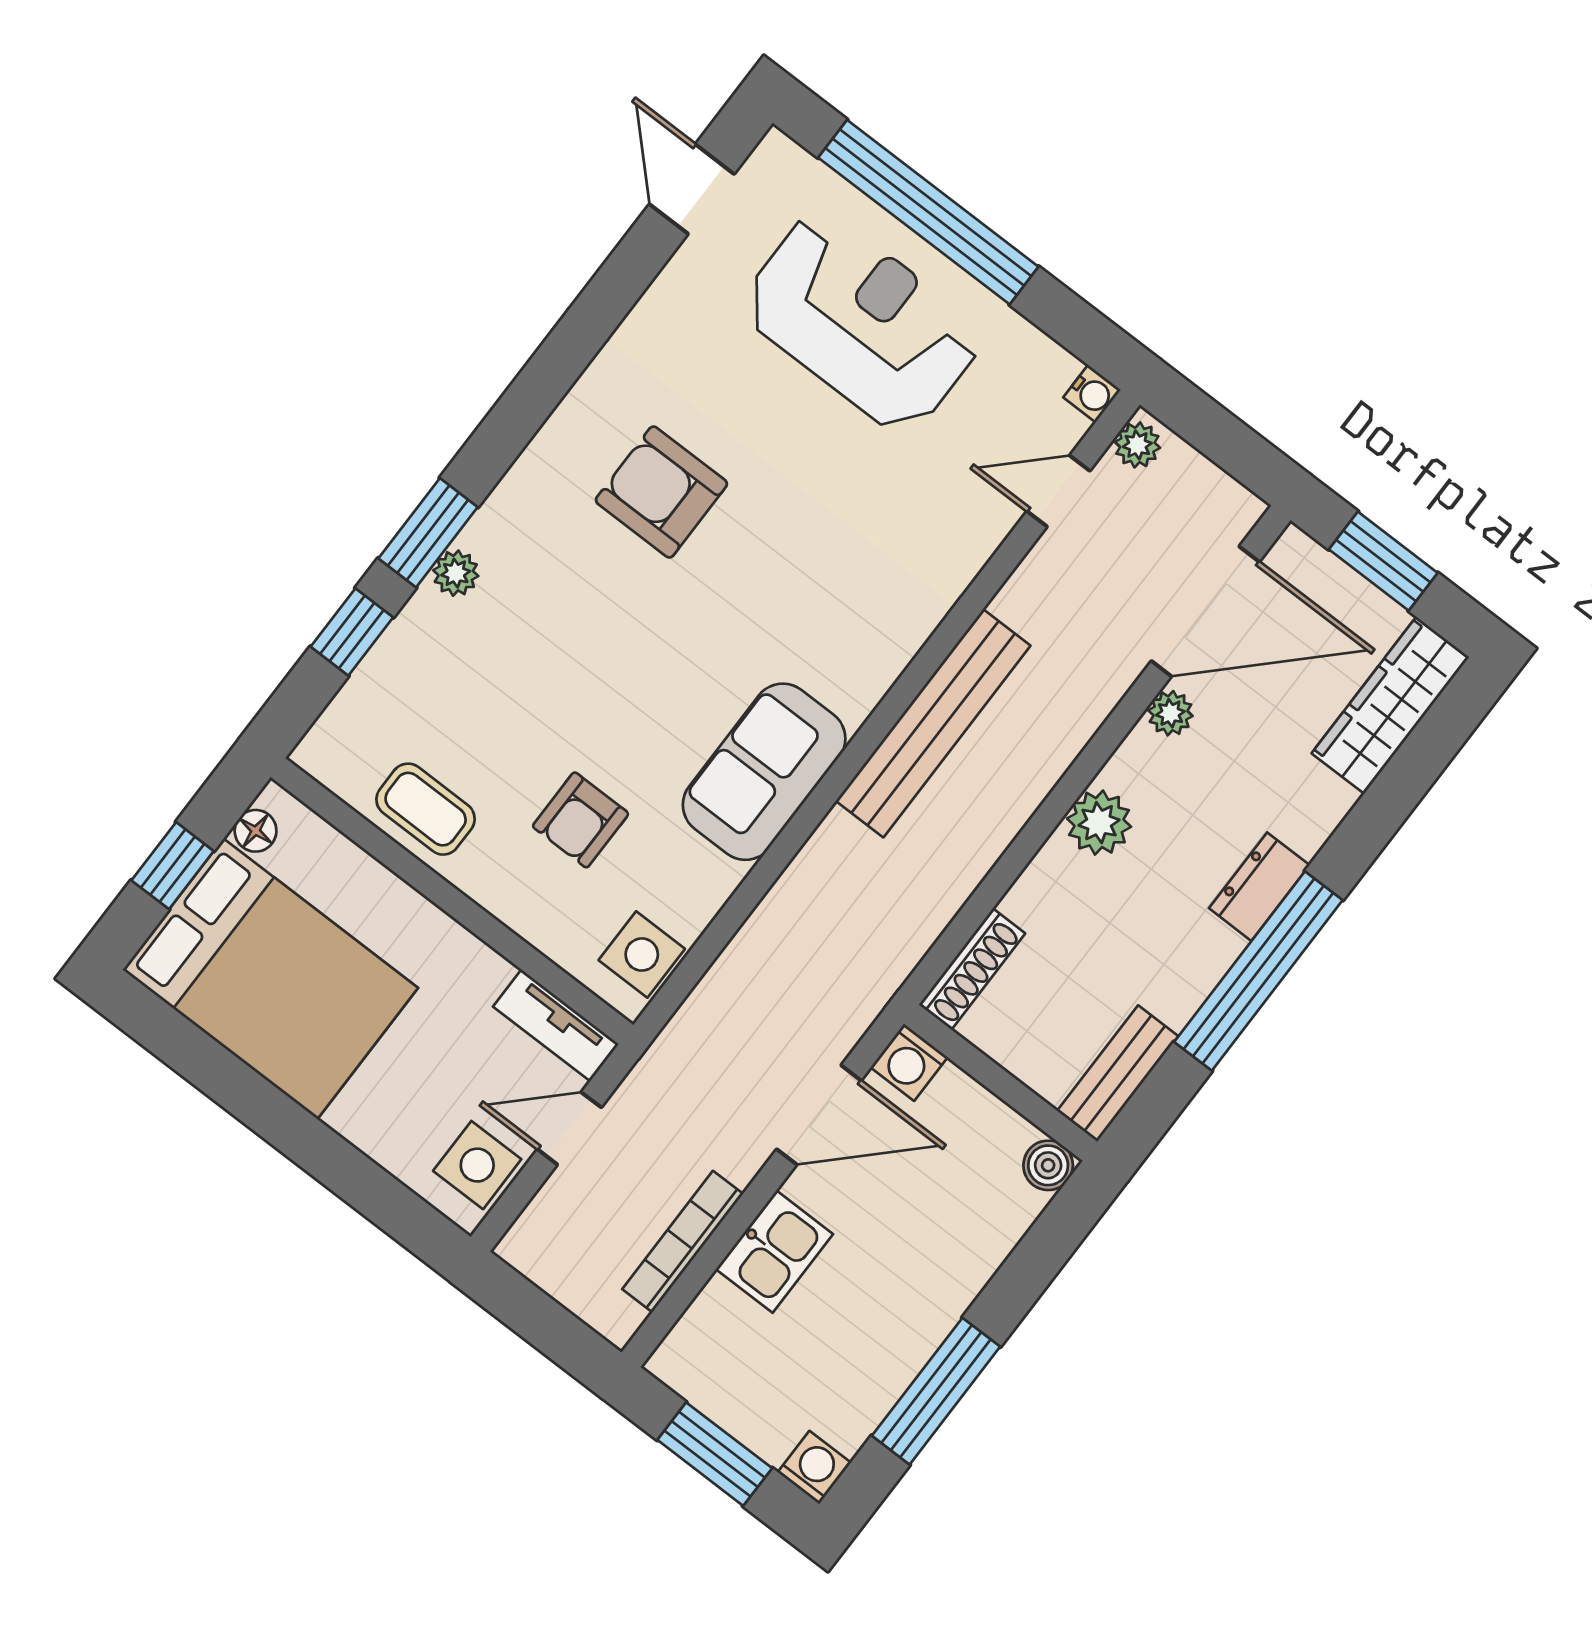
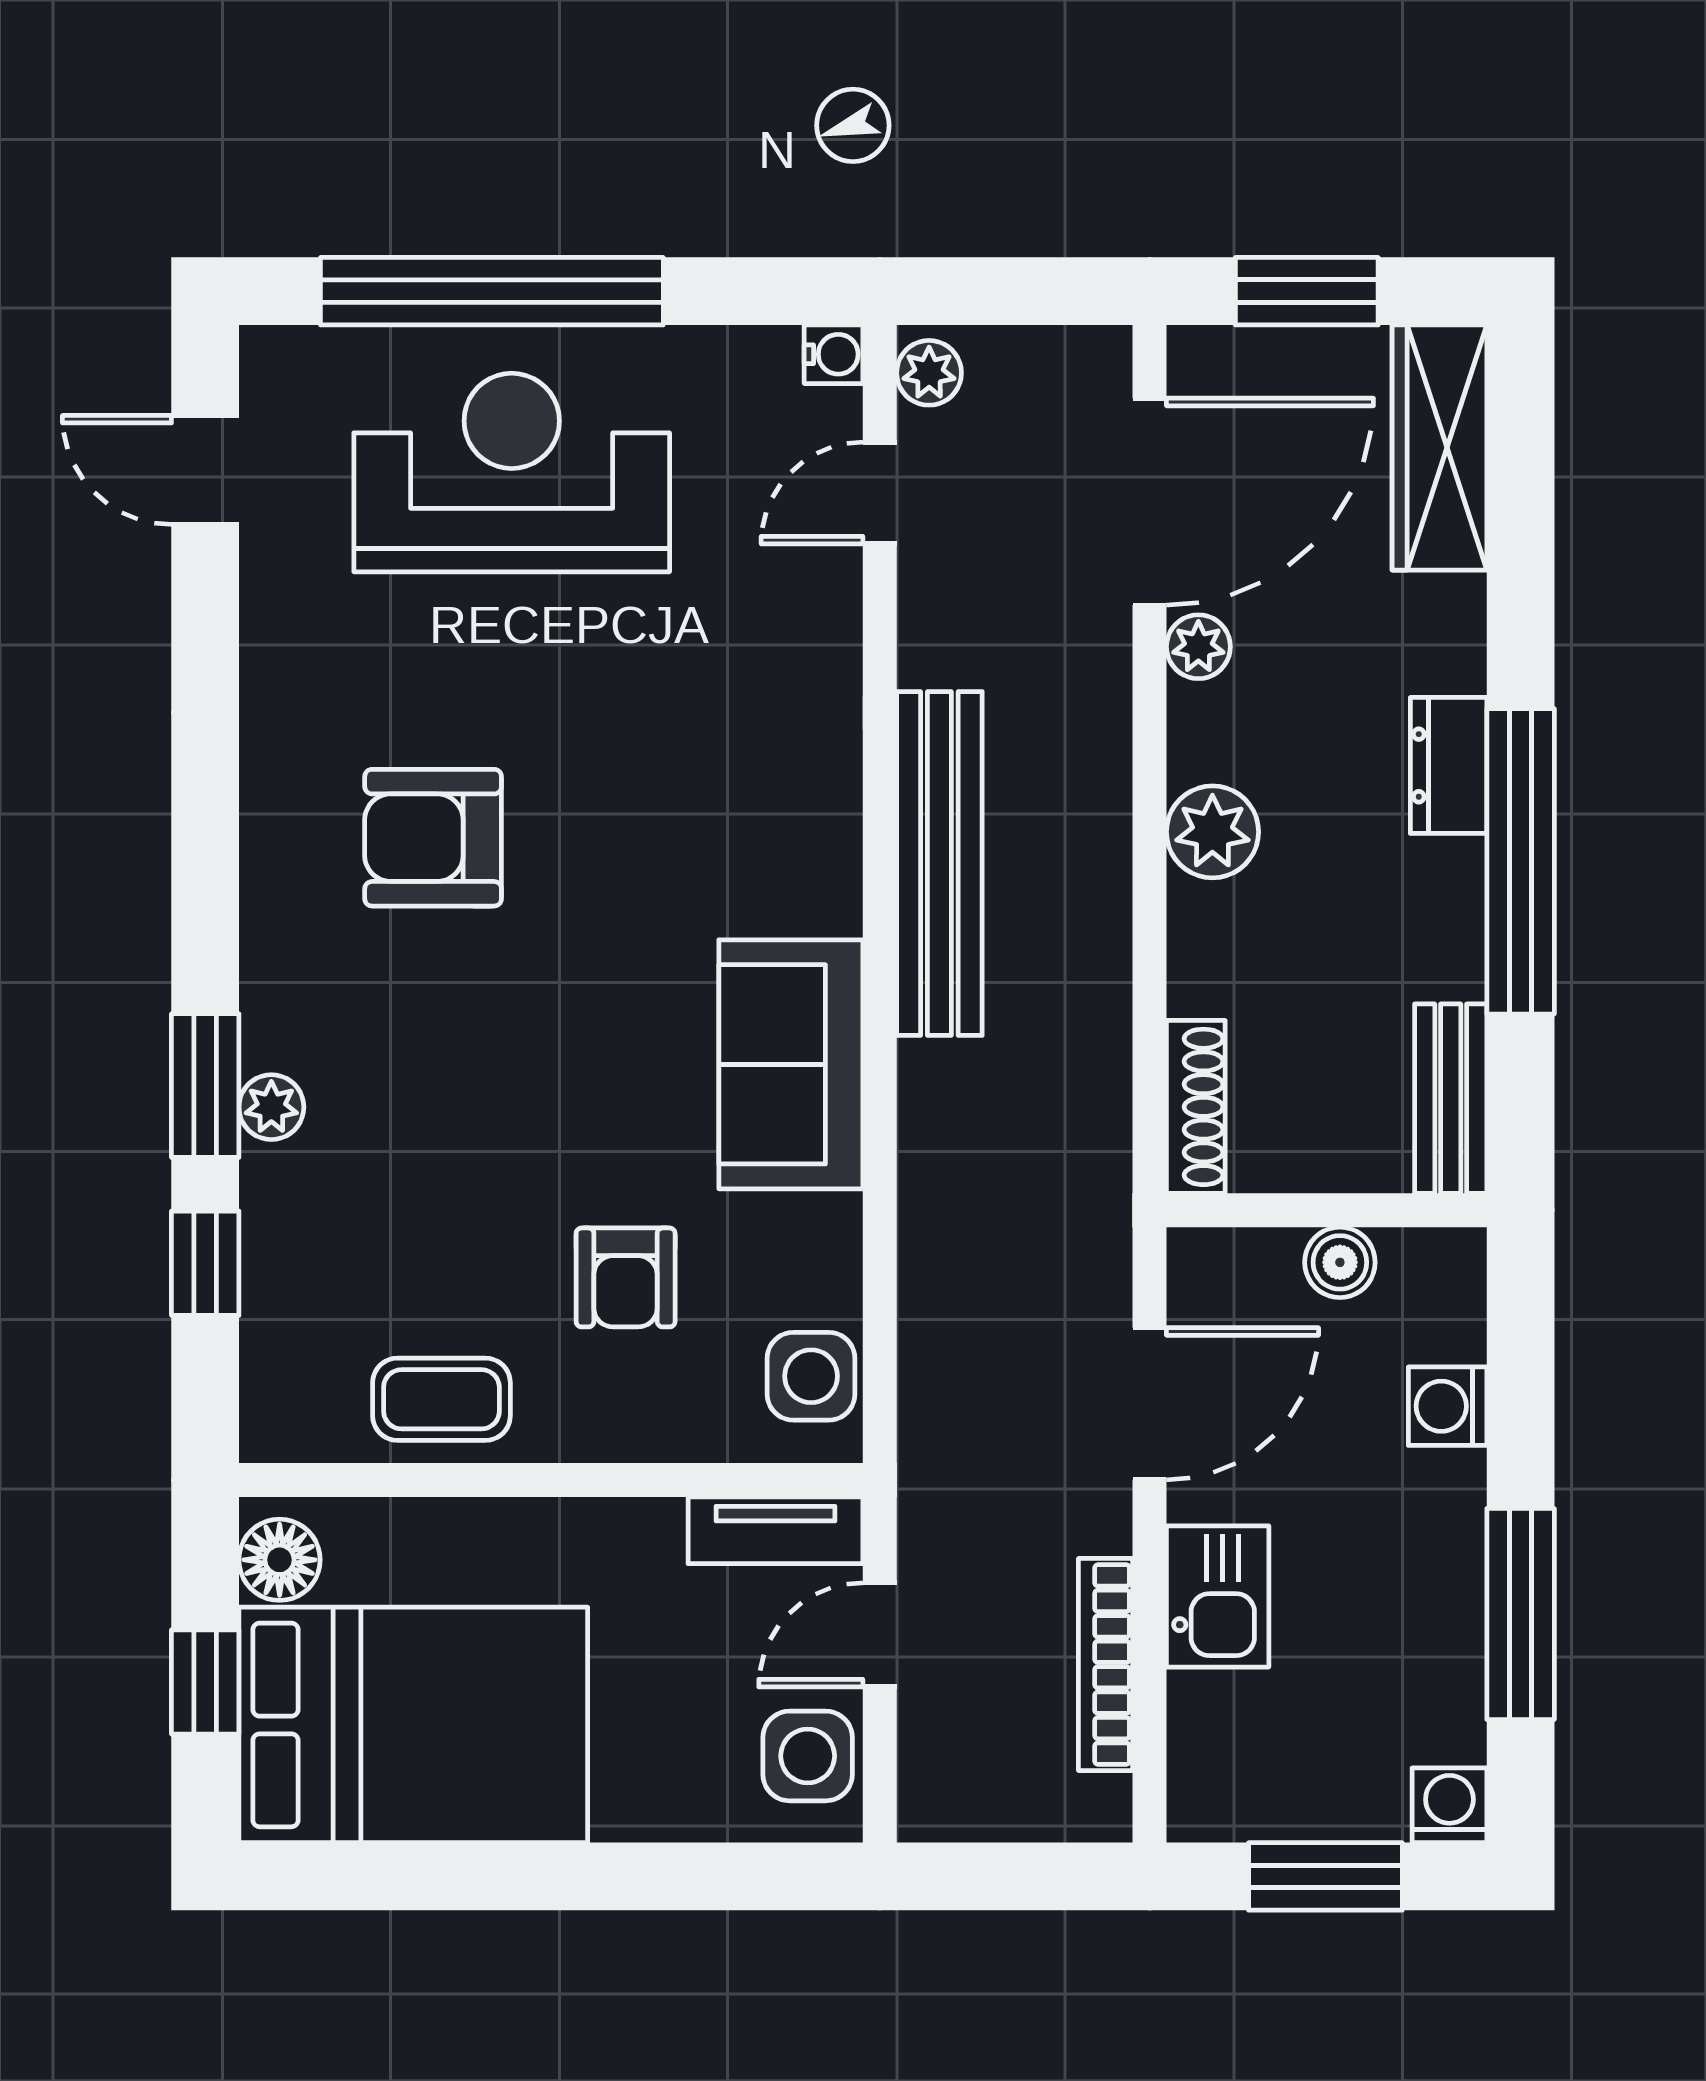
floor lamp: (256, 831) -> (280, 1560), width x1.37, depth x1.37
washing machine: (909, 1062) -> (1448, 1406), moved, turned 90
boiler: (1048, 1165) -> (1340, 1262), moved

